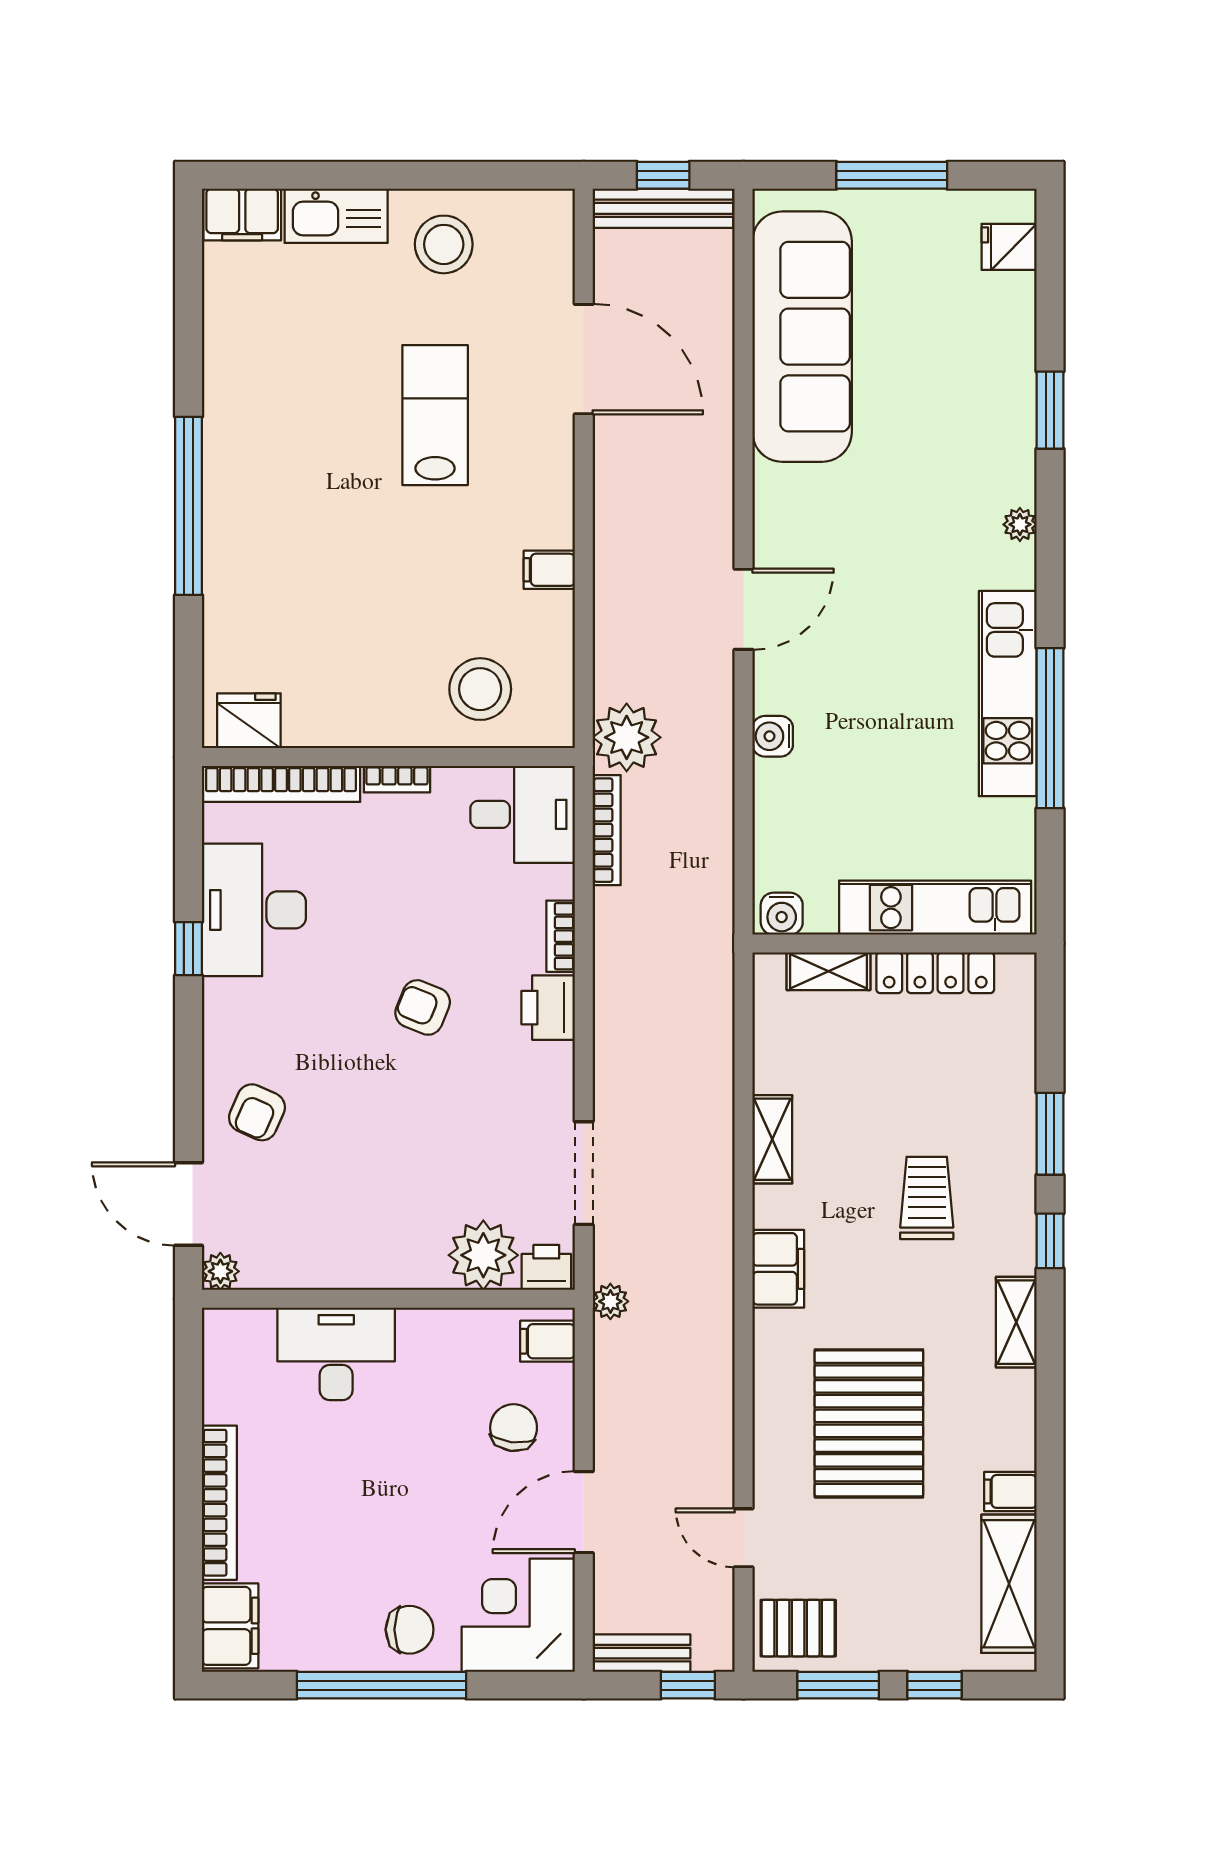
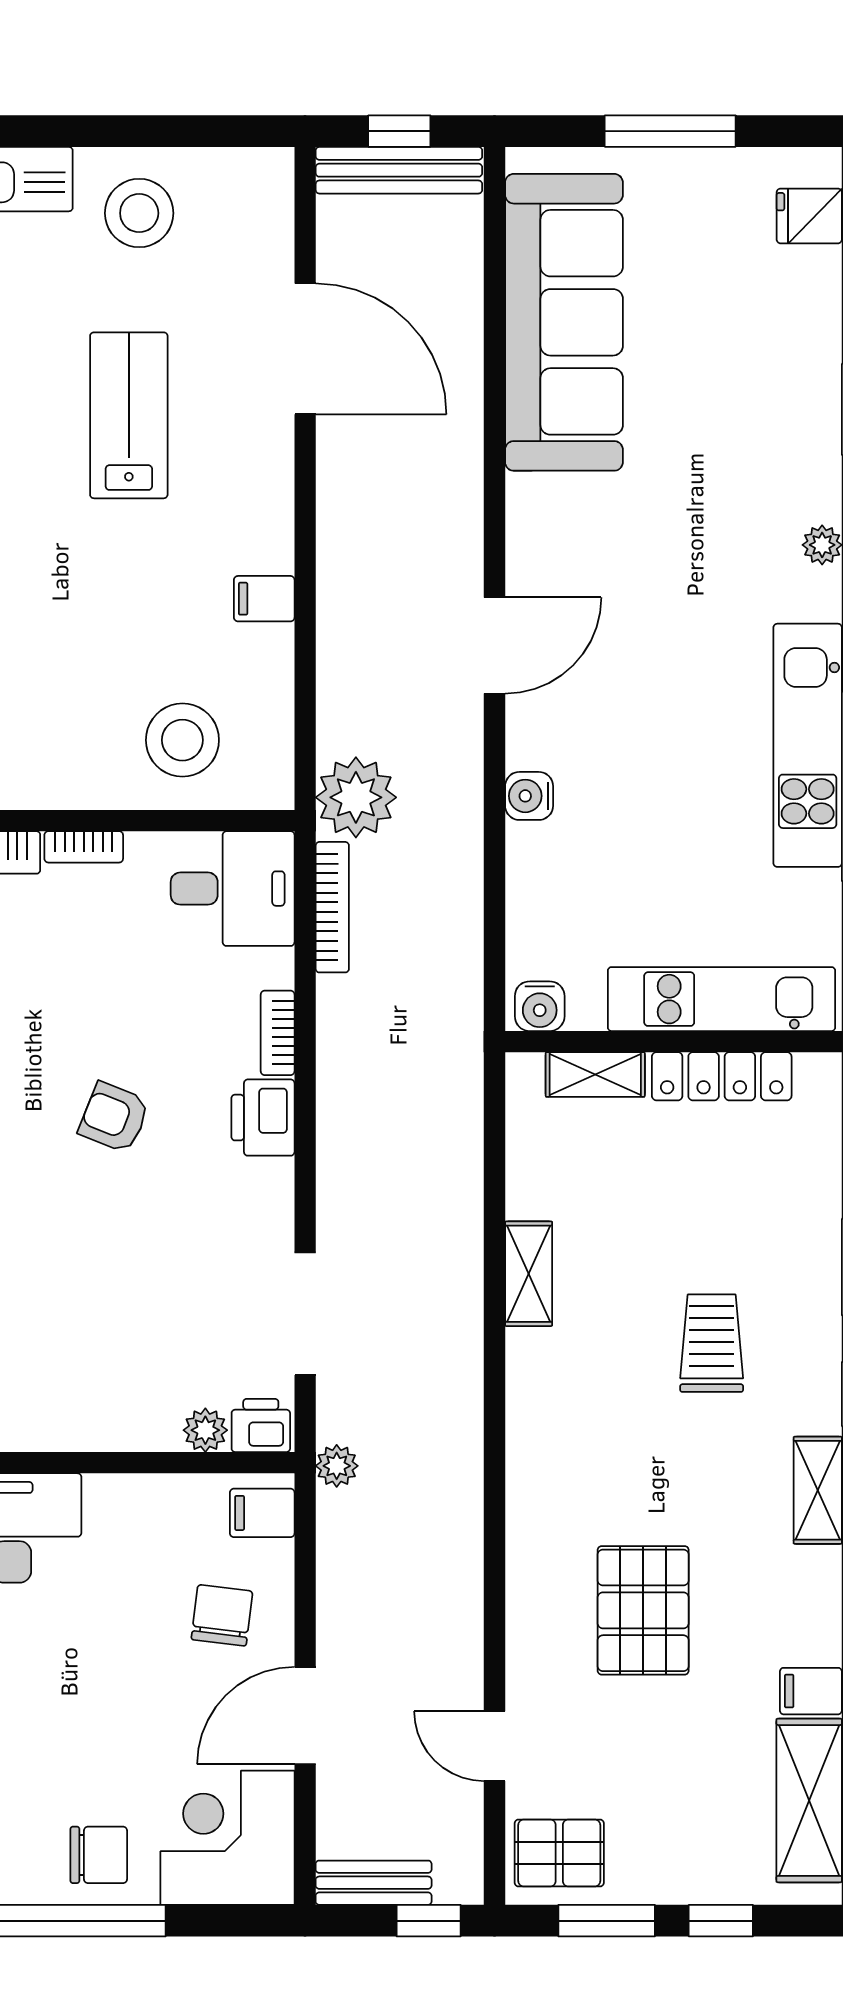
plant: (483, 1255) -> (205, 1430), width x0.53, depth x0.53
filing cabinet: (778, 1269) -> (536, 1427), removed
pallet: (869, 1423) -> (643, 1610), width x0.73, depth x0.71

